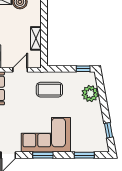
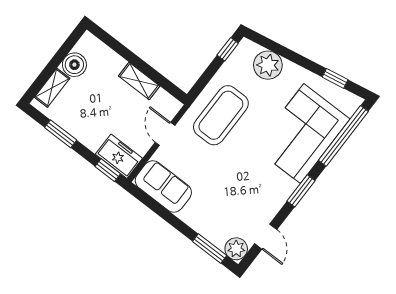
coffee table: (49, 90) -> (221, 115), width x1.36, depth x1.32
corner sofa: (46, 135) -> (302, 134), moved
window: (84, 155) -> (343, 136), width x2.11

